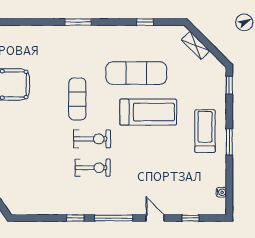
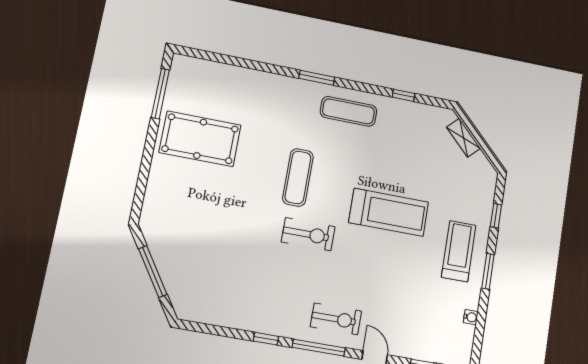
exercise mat: (136, 73) -> (349, 111), moved, width x0.73, depth x0.69
window: (229, 85) -> (496, 216), moved
exercise bike: (93, 168) -> (336, 319), moved
water cooler: (221, 192) -> (471, 317), moved

